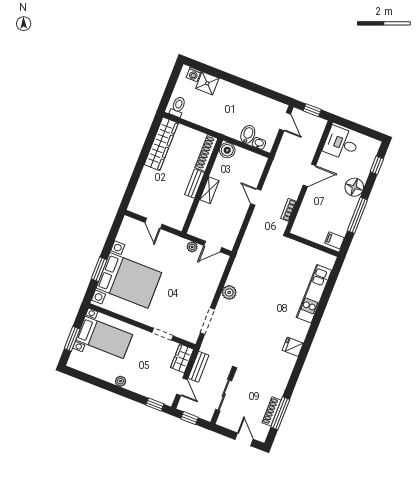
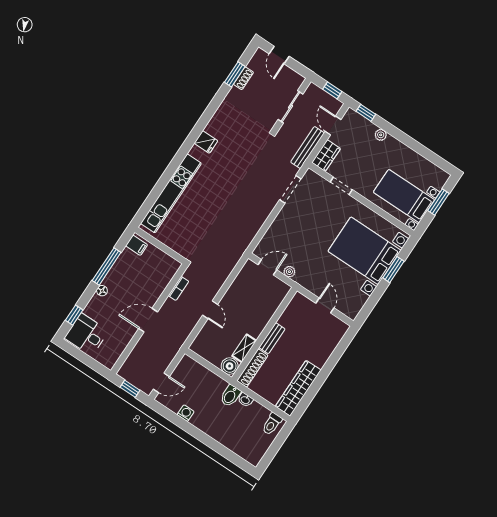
washing machine: (194, 74) -> (186, 413), moved
shower: (207, 83) -> (235, 442), removed
door: (285, 122) -> (161, 383), swing flipped
bidet: (248, 134) -> (230, 396), moved
washbasin: (259, 143) -> (245, 400), moved
desk: (341, 143) -> (87, 334), moved, turned 180
floor lamp: (354, 187) -> (102, 291), width x0.53, depth x0.53
shelving: (209, 190) -> (244, 348), moved
plant: (229, 292) -> (261, 215), removed
kitchen unit: (314, 294) -> (171, 193), width x1.36
bench: (198, 367) -> (308, 148), width x1.36
plant: (121, 381) -> (381, 135), moved
shoe rack: (272, 411) -> (243, 78), width x0.70
window: (280, 413) -> (235, 74), width x0.69

